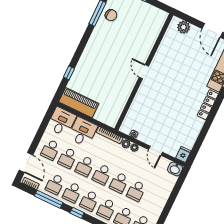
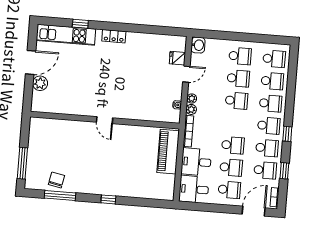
plant: (184, 27) -> (40, 83), moved
door: (144, 72) -> (105, 120), hinge flipped
window: (69, 73) -> (108, 199), moved
piano: (79, 103) -> (168, 152), moved
locker: (208, 105) -> (114, 36), width x0.66
fridge: (183, 154) -> (177, 58), moved
school desk: (102, 174) -> (240, 56), moved
window: (49, 199) -> (284, 171), width x0.46

